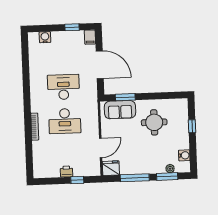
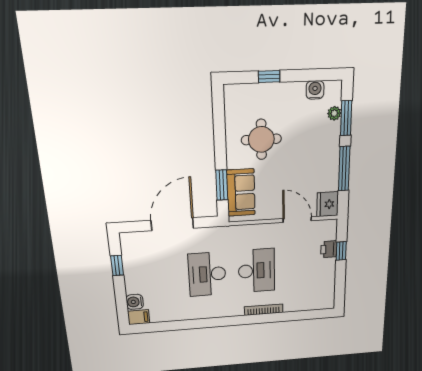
filing cabinet: (90, 37) -> (139, 317), moved
printer: (66, 172) -> (329, 249), moved

